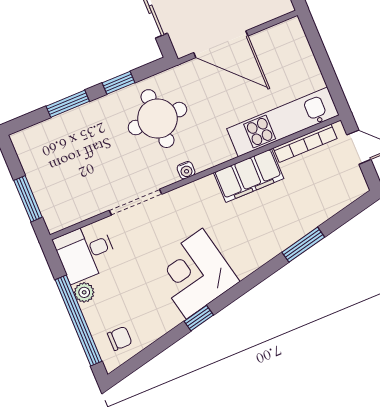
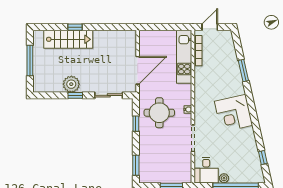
window: (68, 104) -> (136, 165), moved
filing cabinet: (249, 176) -> (202, 82), removed
corner desk: (194, 274) -> (234, 113), moved
window: (199, 318) -> (263, 157), moved
chair: (120, 338) -> (251, 171), removed

